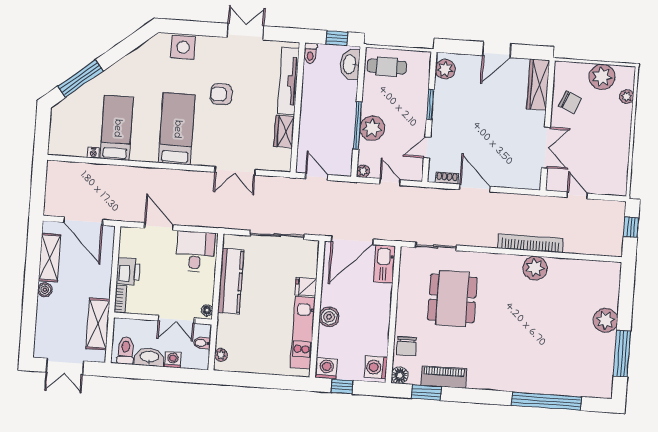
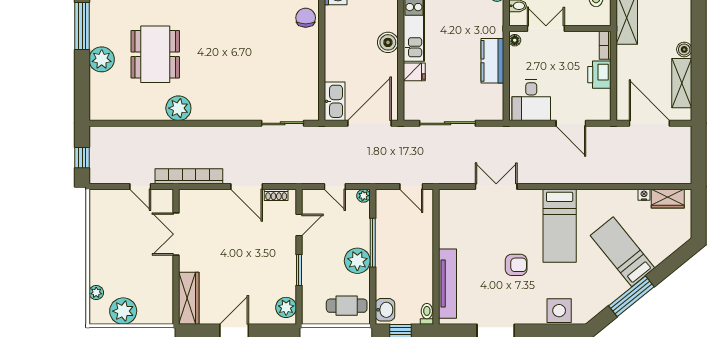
washbasin: (350, 64) -> (385, 310), width x0.72
window: (81, 79) -> (631, 296), moved
chair: (570, 102) -> (154, 283), removed
bed: (117, 128) -> (623, 252), moved, turned 141
plant: (372, 128) -> (357, 261), moved
wardrobe: (284, 131) -> (668, 199), moved, turned 90
bookcase: (530, 243) -> (189, 176), moved, turned 180
kitchen counter: (231, 281) -> (492, 61), width x0.67
dining table: (452, 299) -> (155, 54), moved

